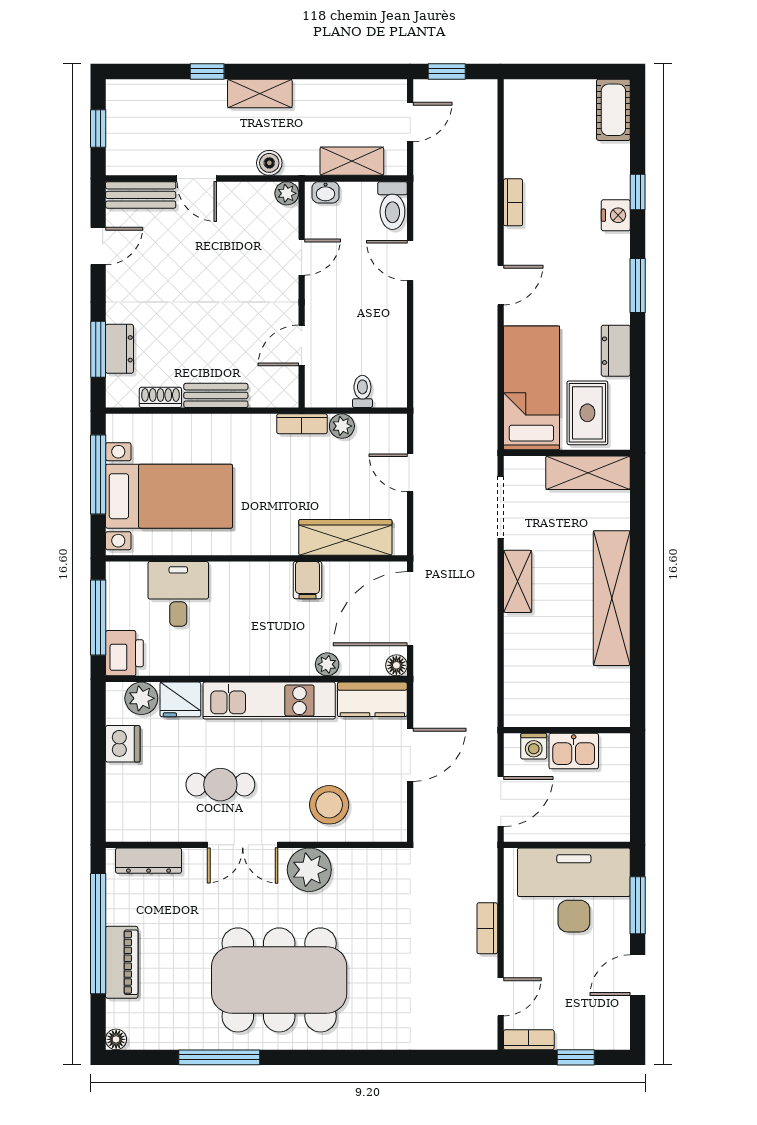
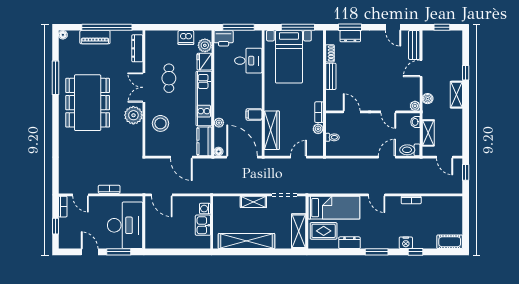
wall: (567, 730) -> (212, 222), moved
washing machine: (534, 746) -> (205, 209), moved
kitchen sink: (574, 751) -> (203, 225), moved

